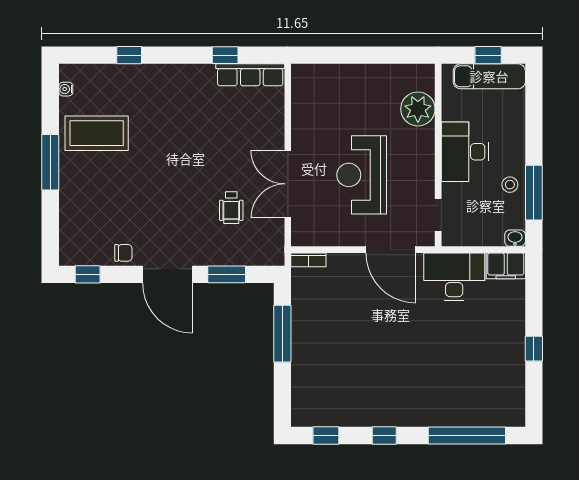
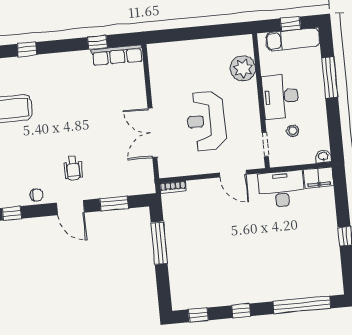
stool: (510, 185) -> (293, 131), moved
window: (534, 193) -> (330, 77), moved
wheelchair: (231, 208) -> (73, 168), moved
door: (391, 250) -> (233, 174), width x0.73
door: (168, 274) -> (71, 208), width x0.73

